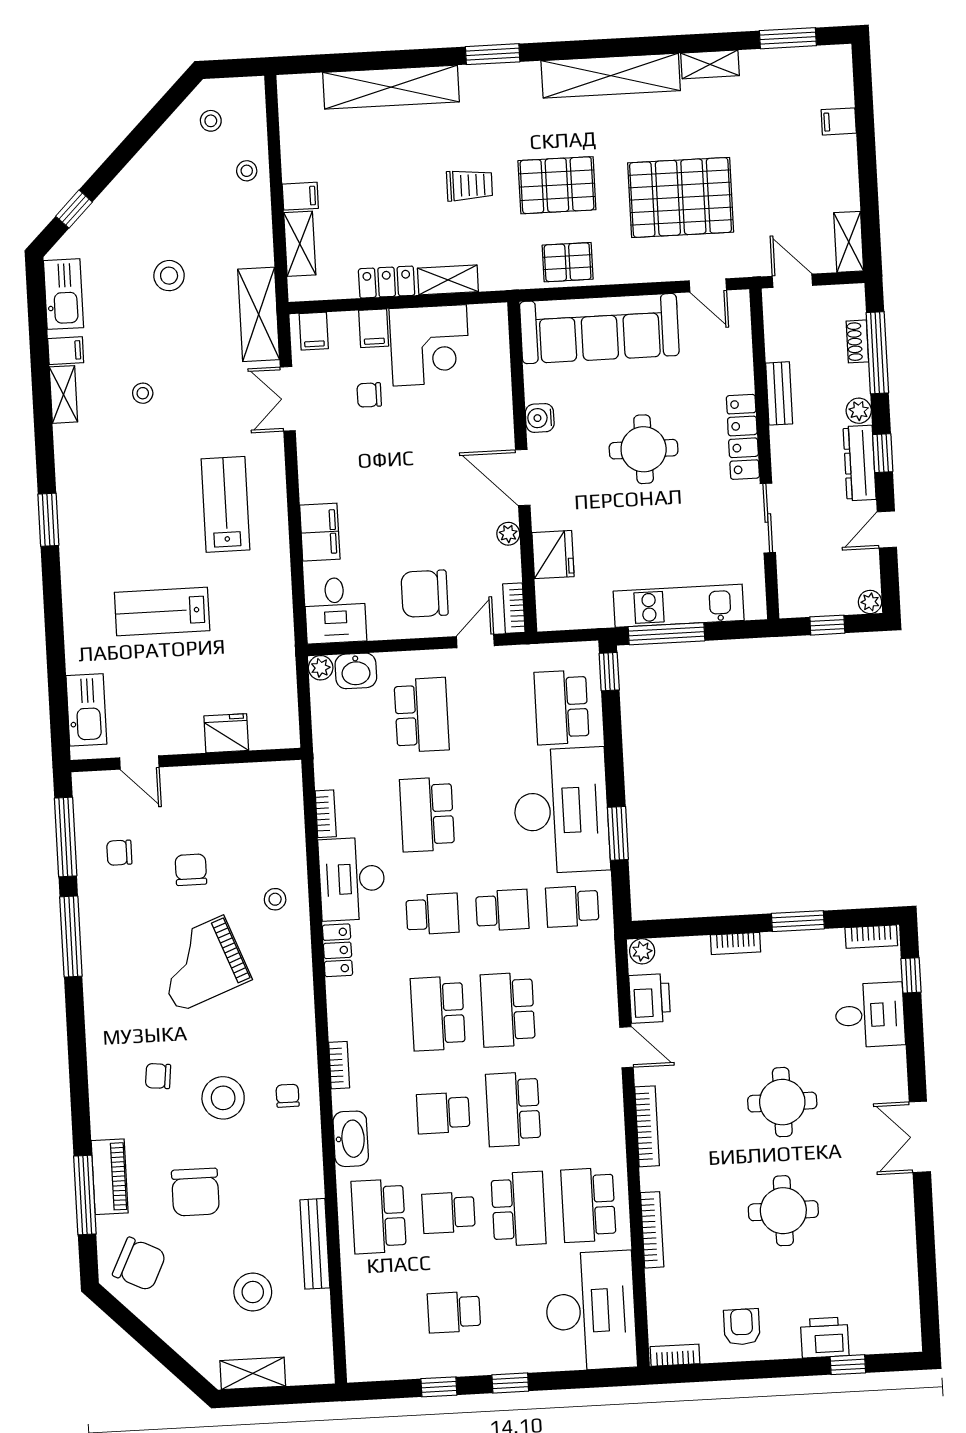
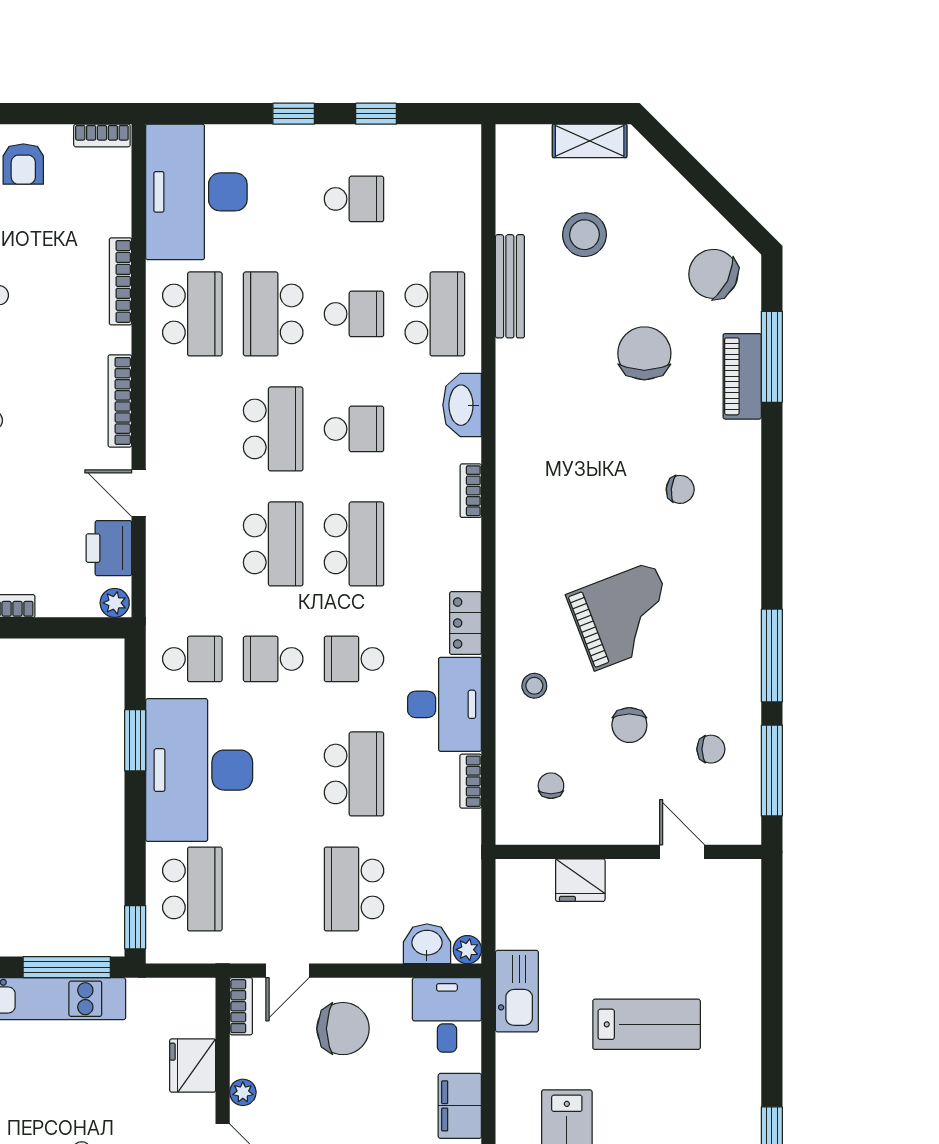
kitchen sink: (86, 710) -> (517, 991), moved, turned 180
chair: (288, 1096) -> (551, 786), moved, turned 180
stool: (223, 1098) -> (607, 460), removed

